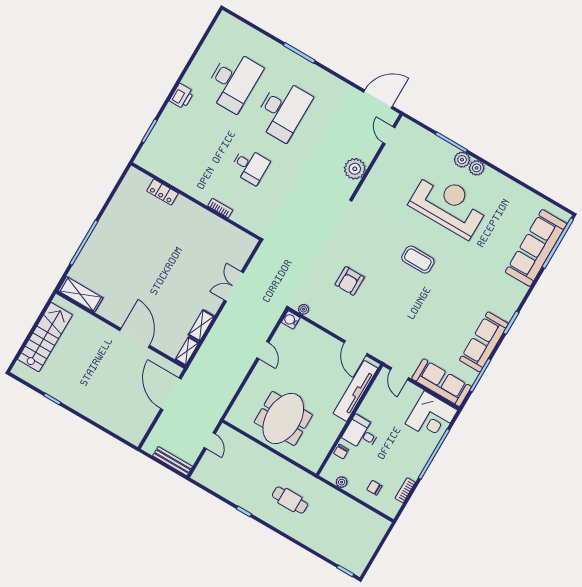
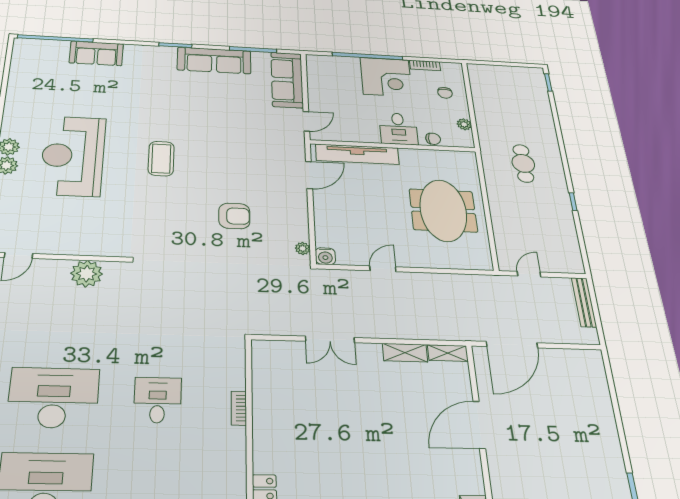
sofa: (536, 248) -> (96, 53), width x0.54, depth x0.79
corner desk: (431, 417) -> (386, 77), moved, turned 90
meeting table: (283, 418) -> (443, 210), turned 90

